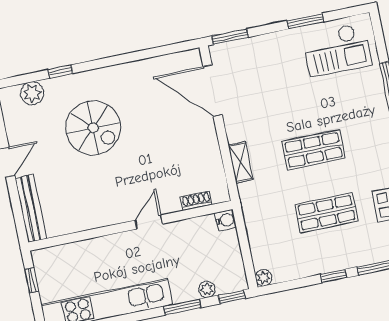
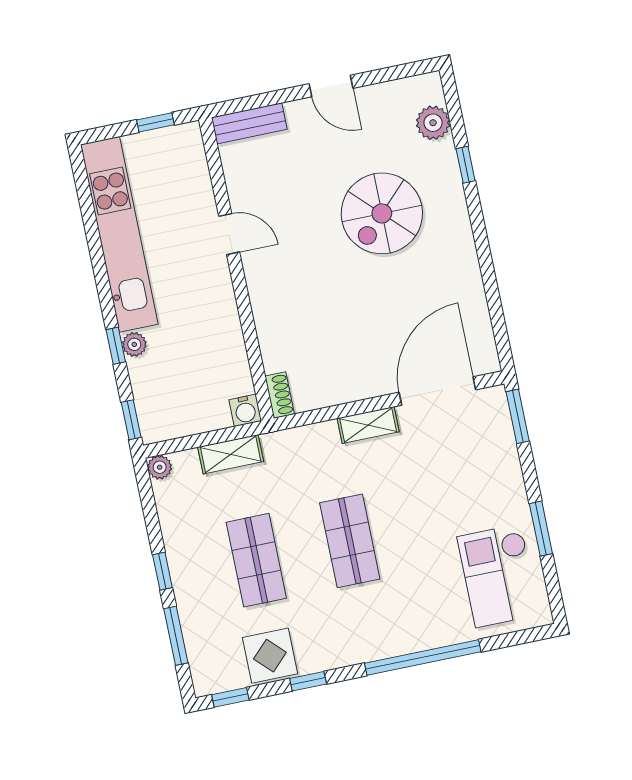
shelving: (241, 162) -> (368, 425), moved
shoe rack: (196, 201) -> (280, 395), moved
bench: (31, 208) -> (249, 123), width x0.73
door: (149, 222) -> (229, 234), moved
shelving: (255, 230) -> (231, 454), added
plant: (207, 289) -> (134, 344), moved
window: (182, 307) -> (116, 346), width x0.67

